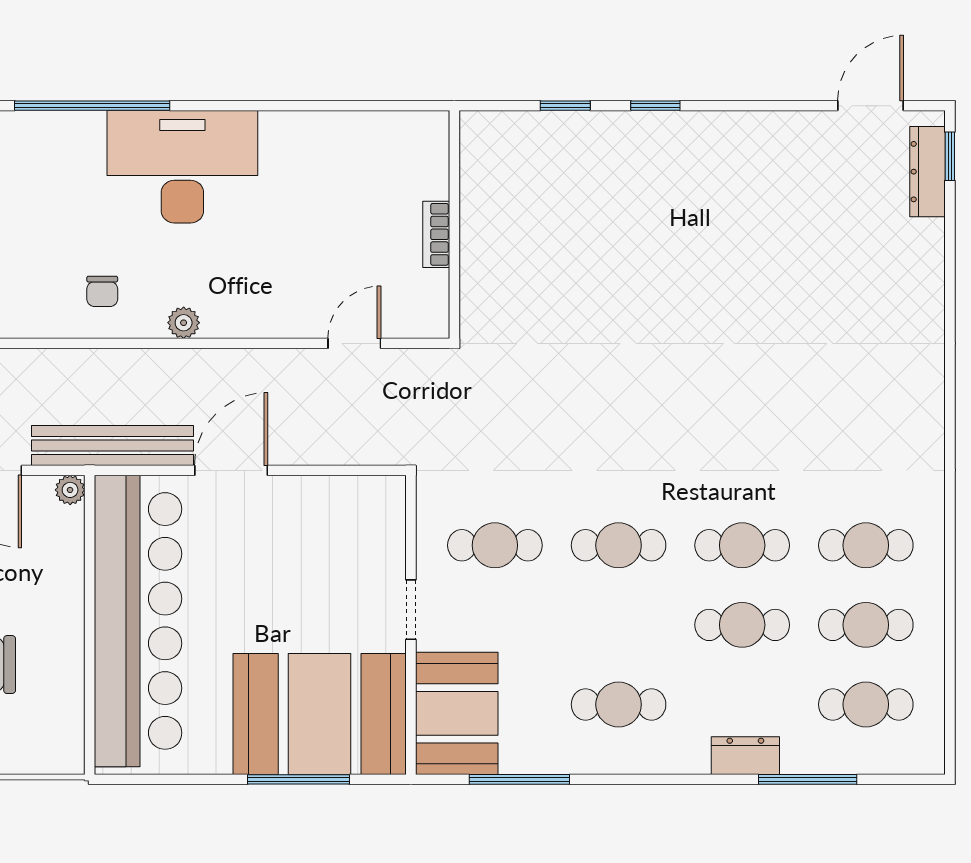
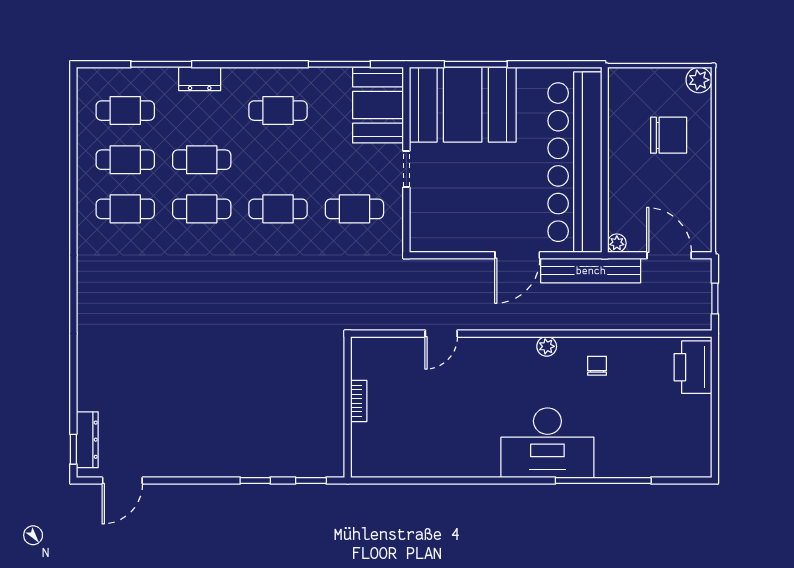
wall: (454, 224) -> (348, 407), moved
bookcase: (436, 234) -> (359, 401), moved

